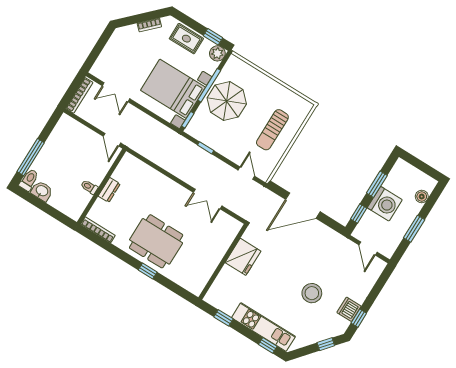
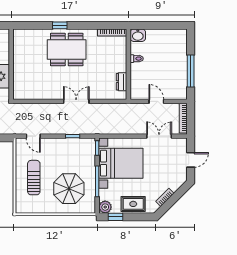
door: (99, 47) -> (191, 160), added
parasol: (227, 101) -> (69, 189), moved
door: (112, 140) -> (156, 101), moved
window: (31, 157) -> (191, 71), moved
toilet: (29, 180) -> (182, 37), removed
dresser: (109, 190) -> (122, 82), moved
washbasin: (42, 191) -> (138, 35), moved
double door: (208, 199) -> (76, 101), moved

